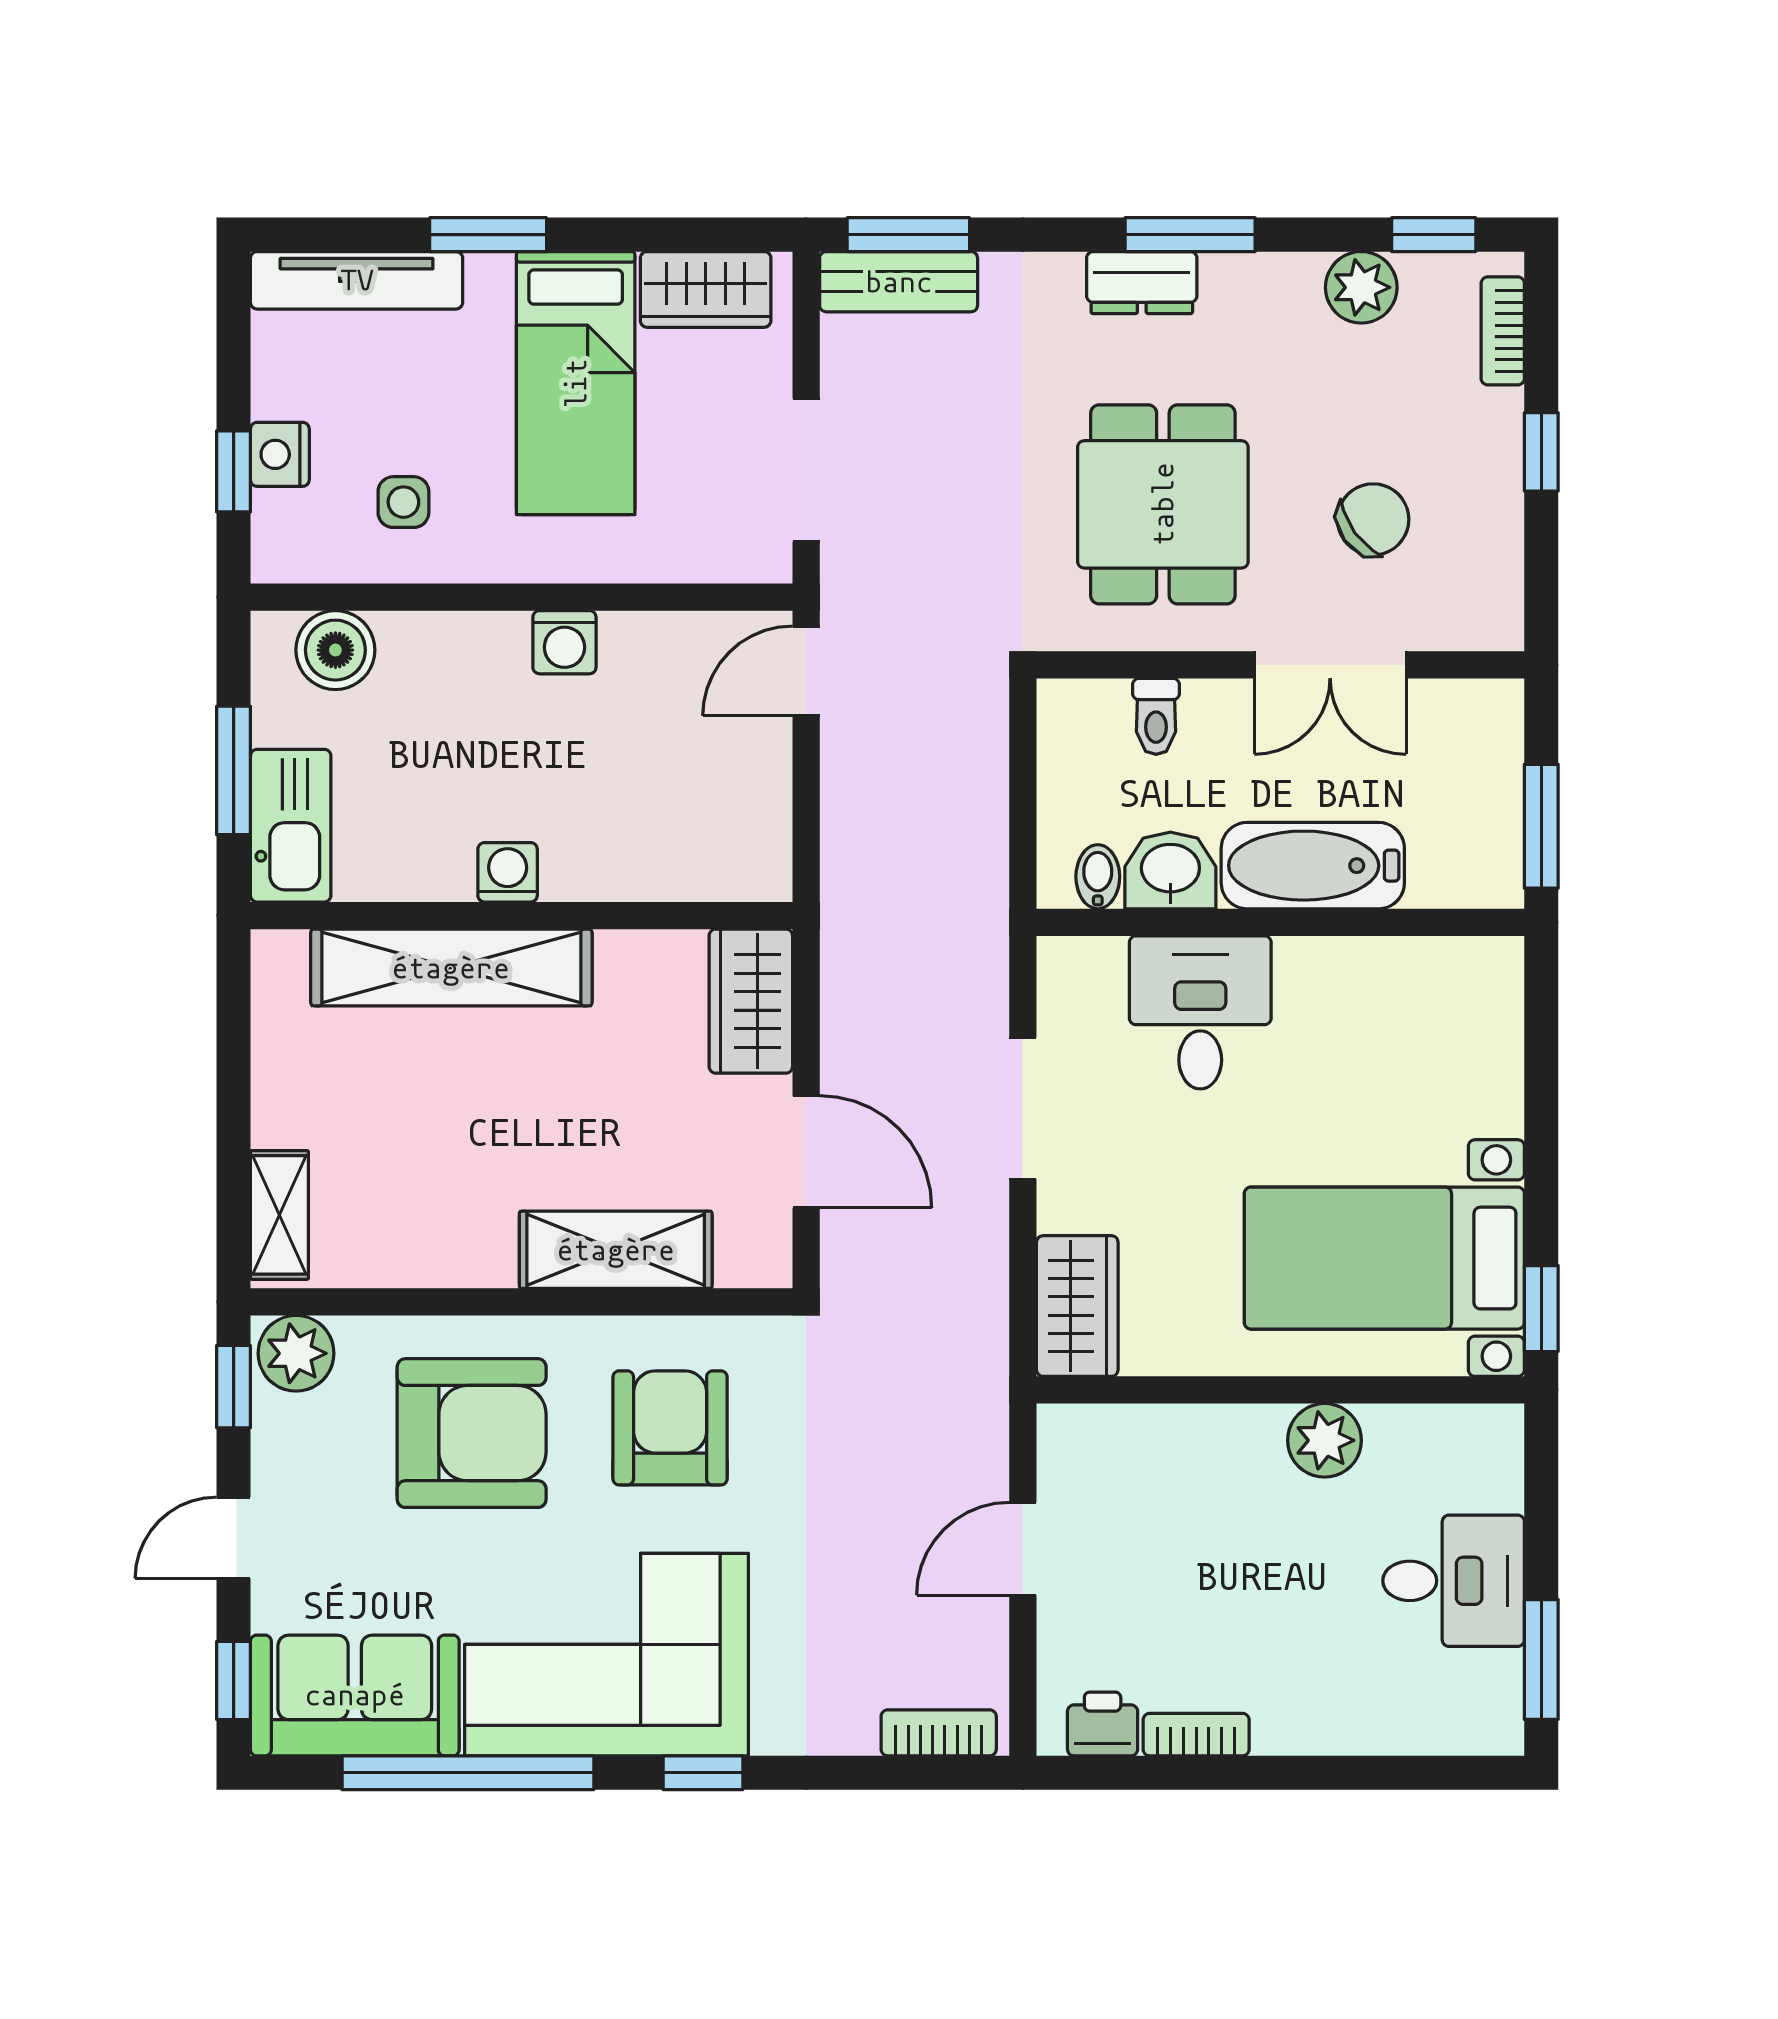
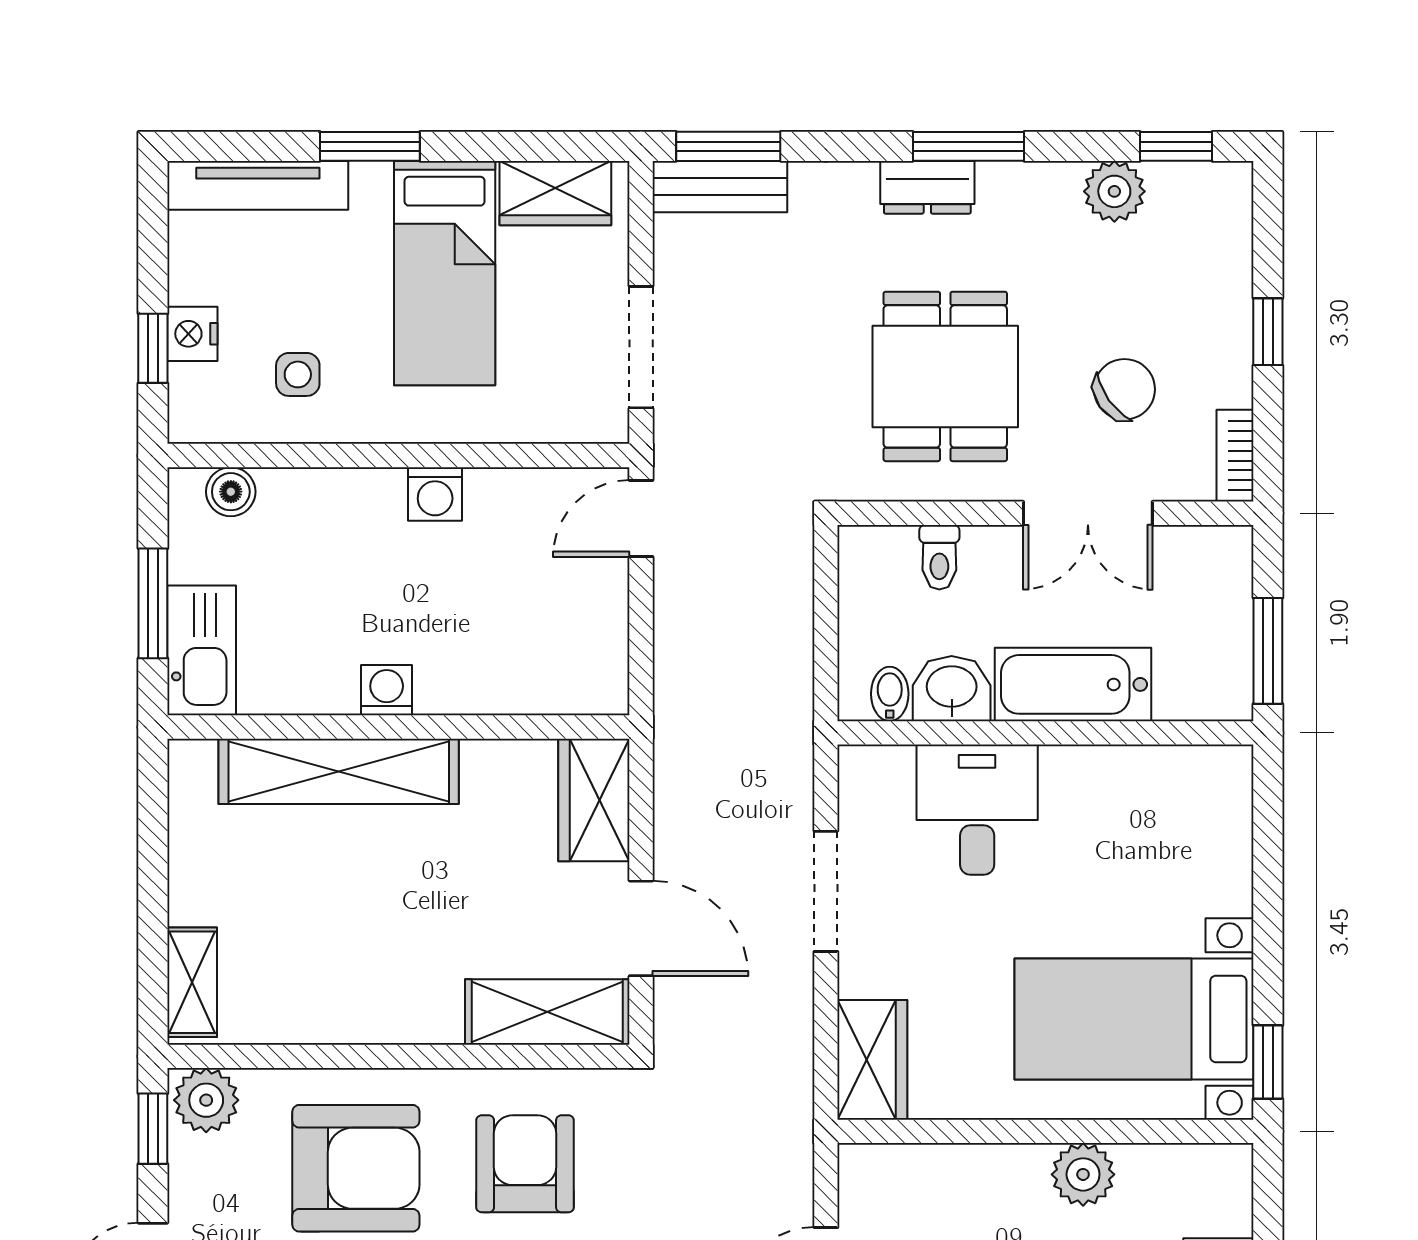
bookcase: (1503, 331) -> (1235, 456), moved
boiler: (335, 650) -> (231, 492), width x0.73, depth x0.73
shelving: (616, 1250) -> (547, 1012), moved

